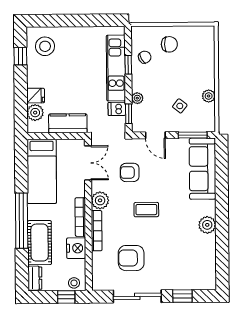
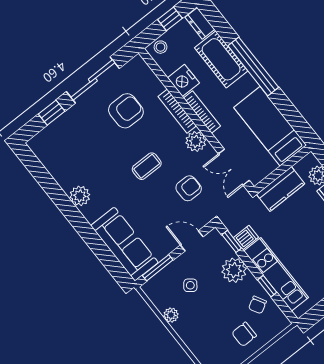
plant: (137, 98) -> (234, 270), width x1.88, depth x1.88
window: (66, 297) -> (170, 19), moved

